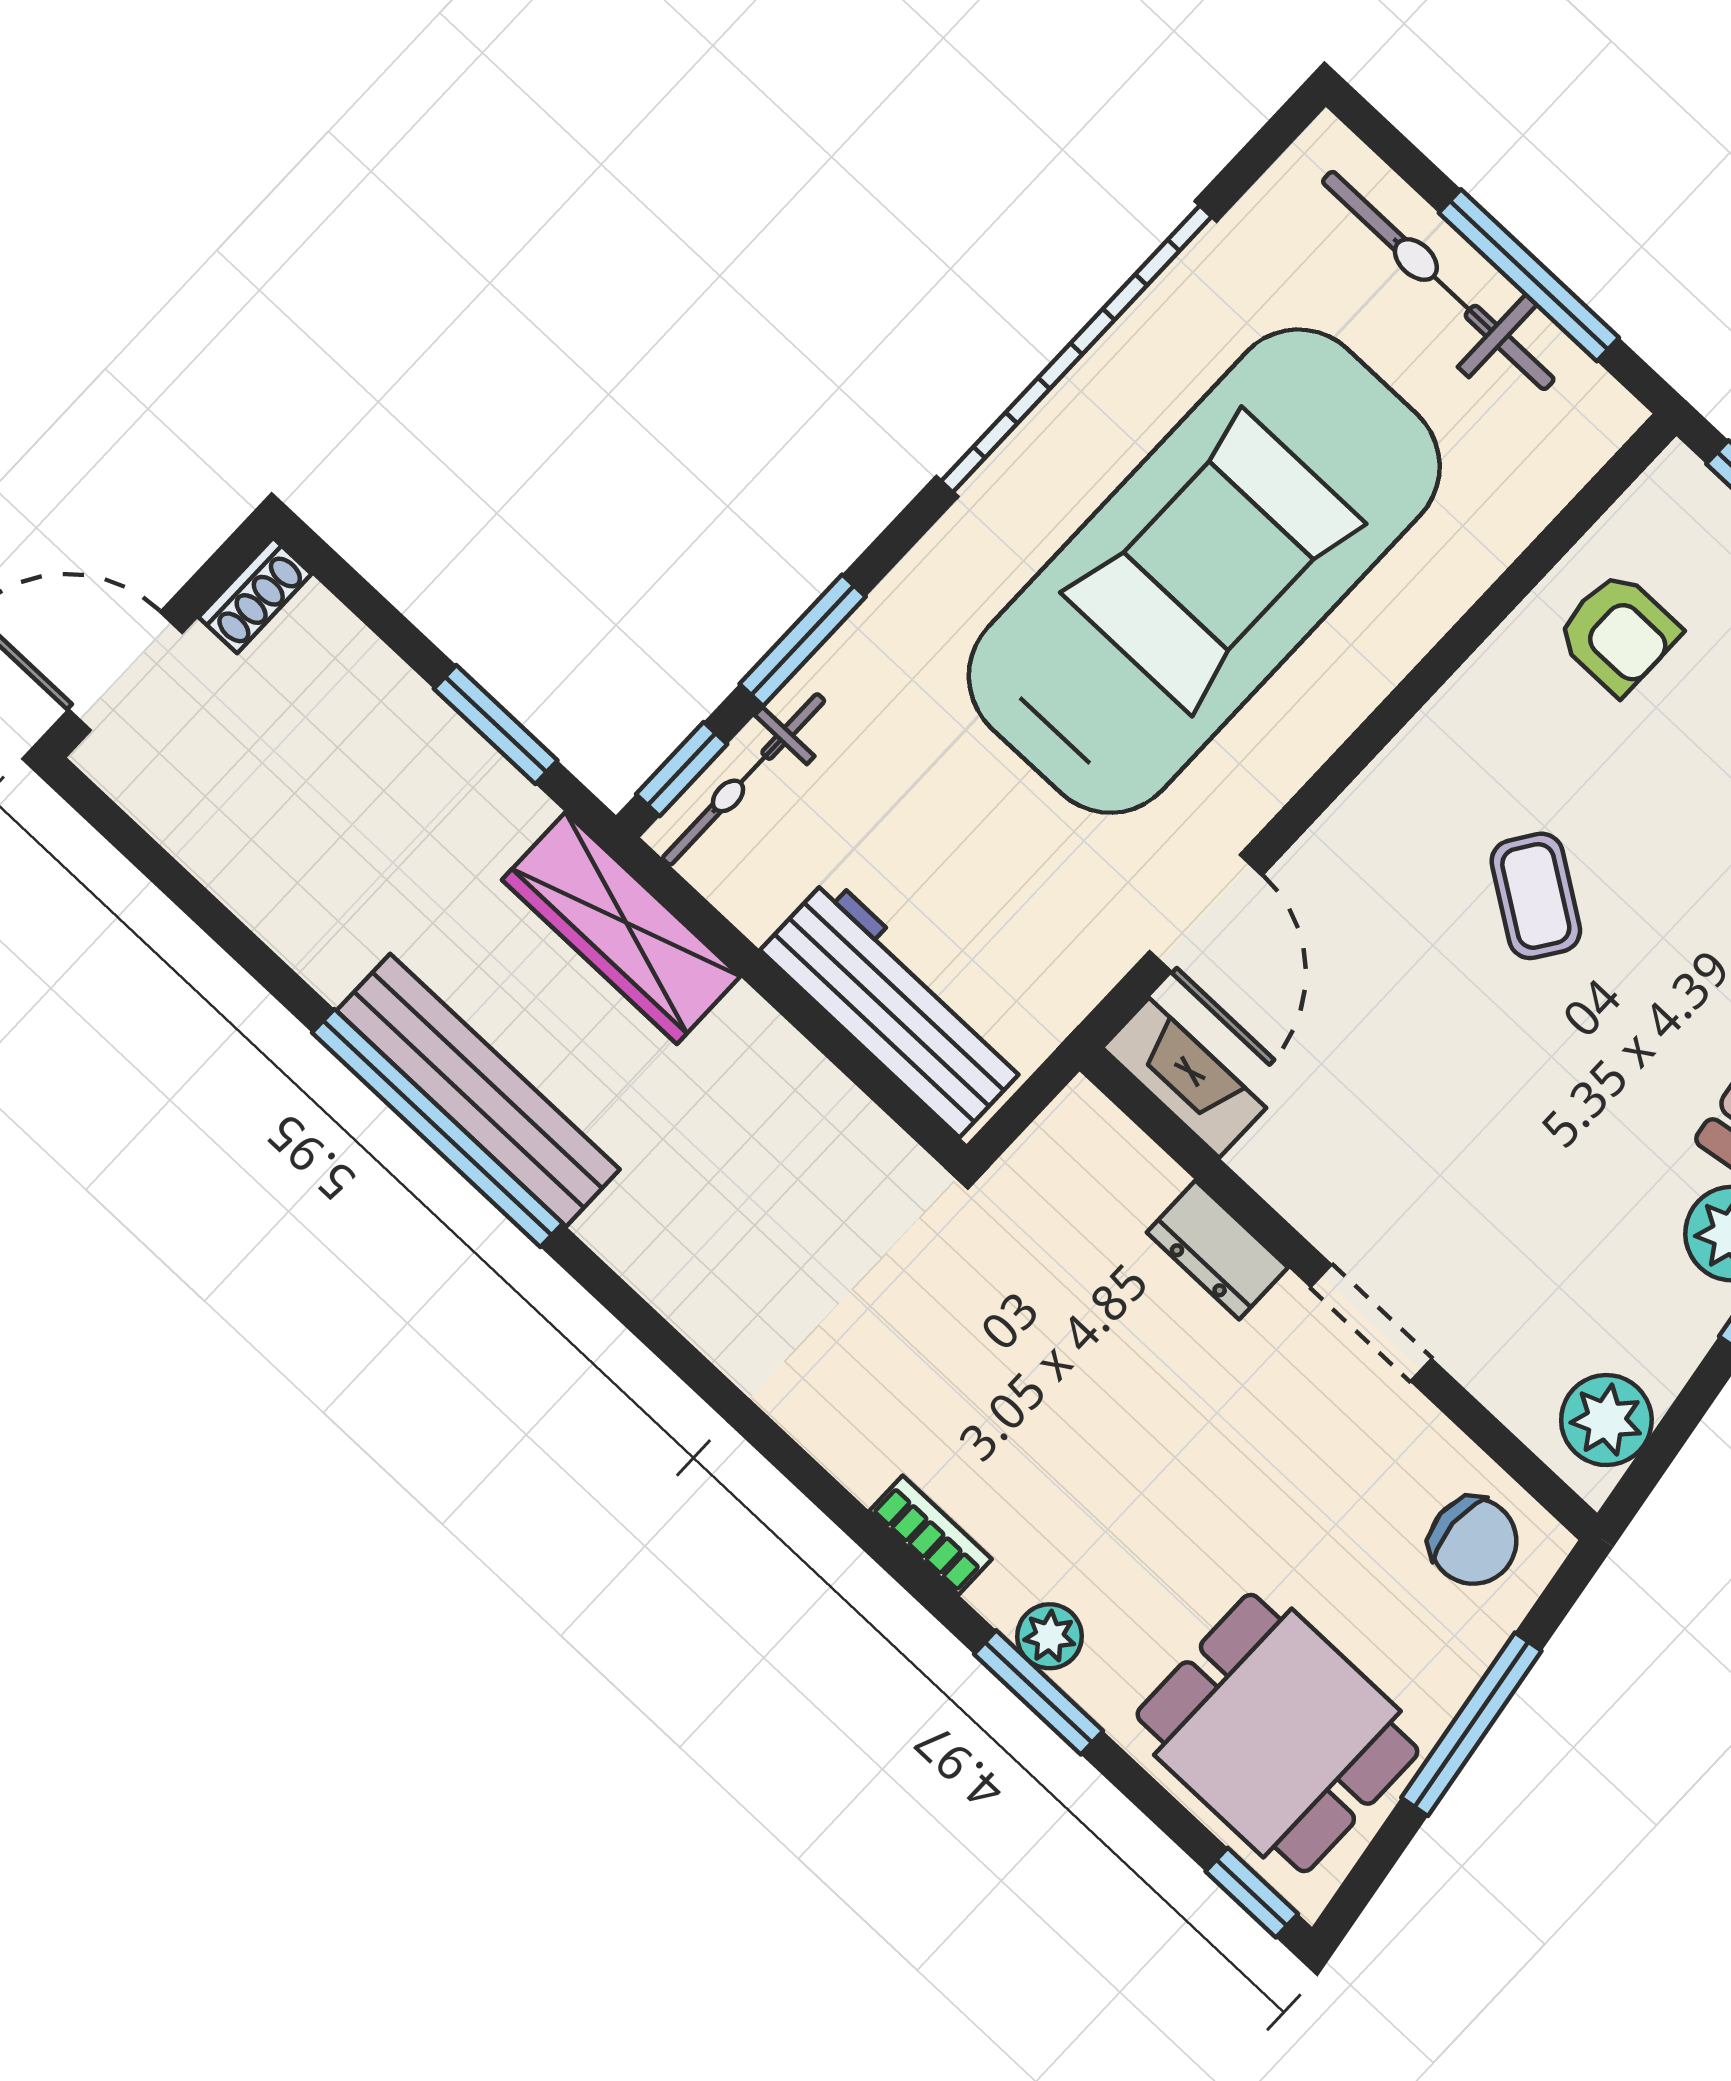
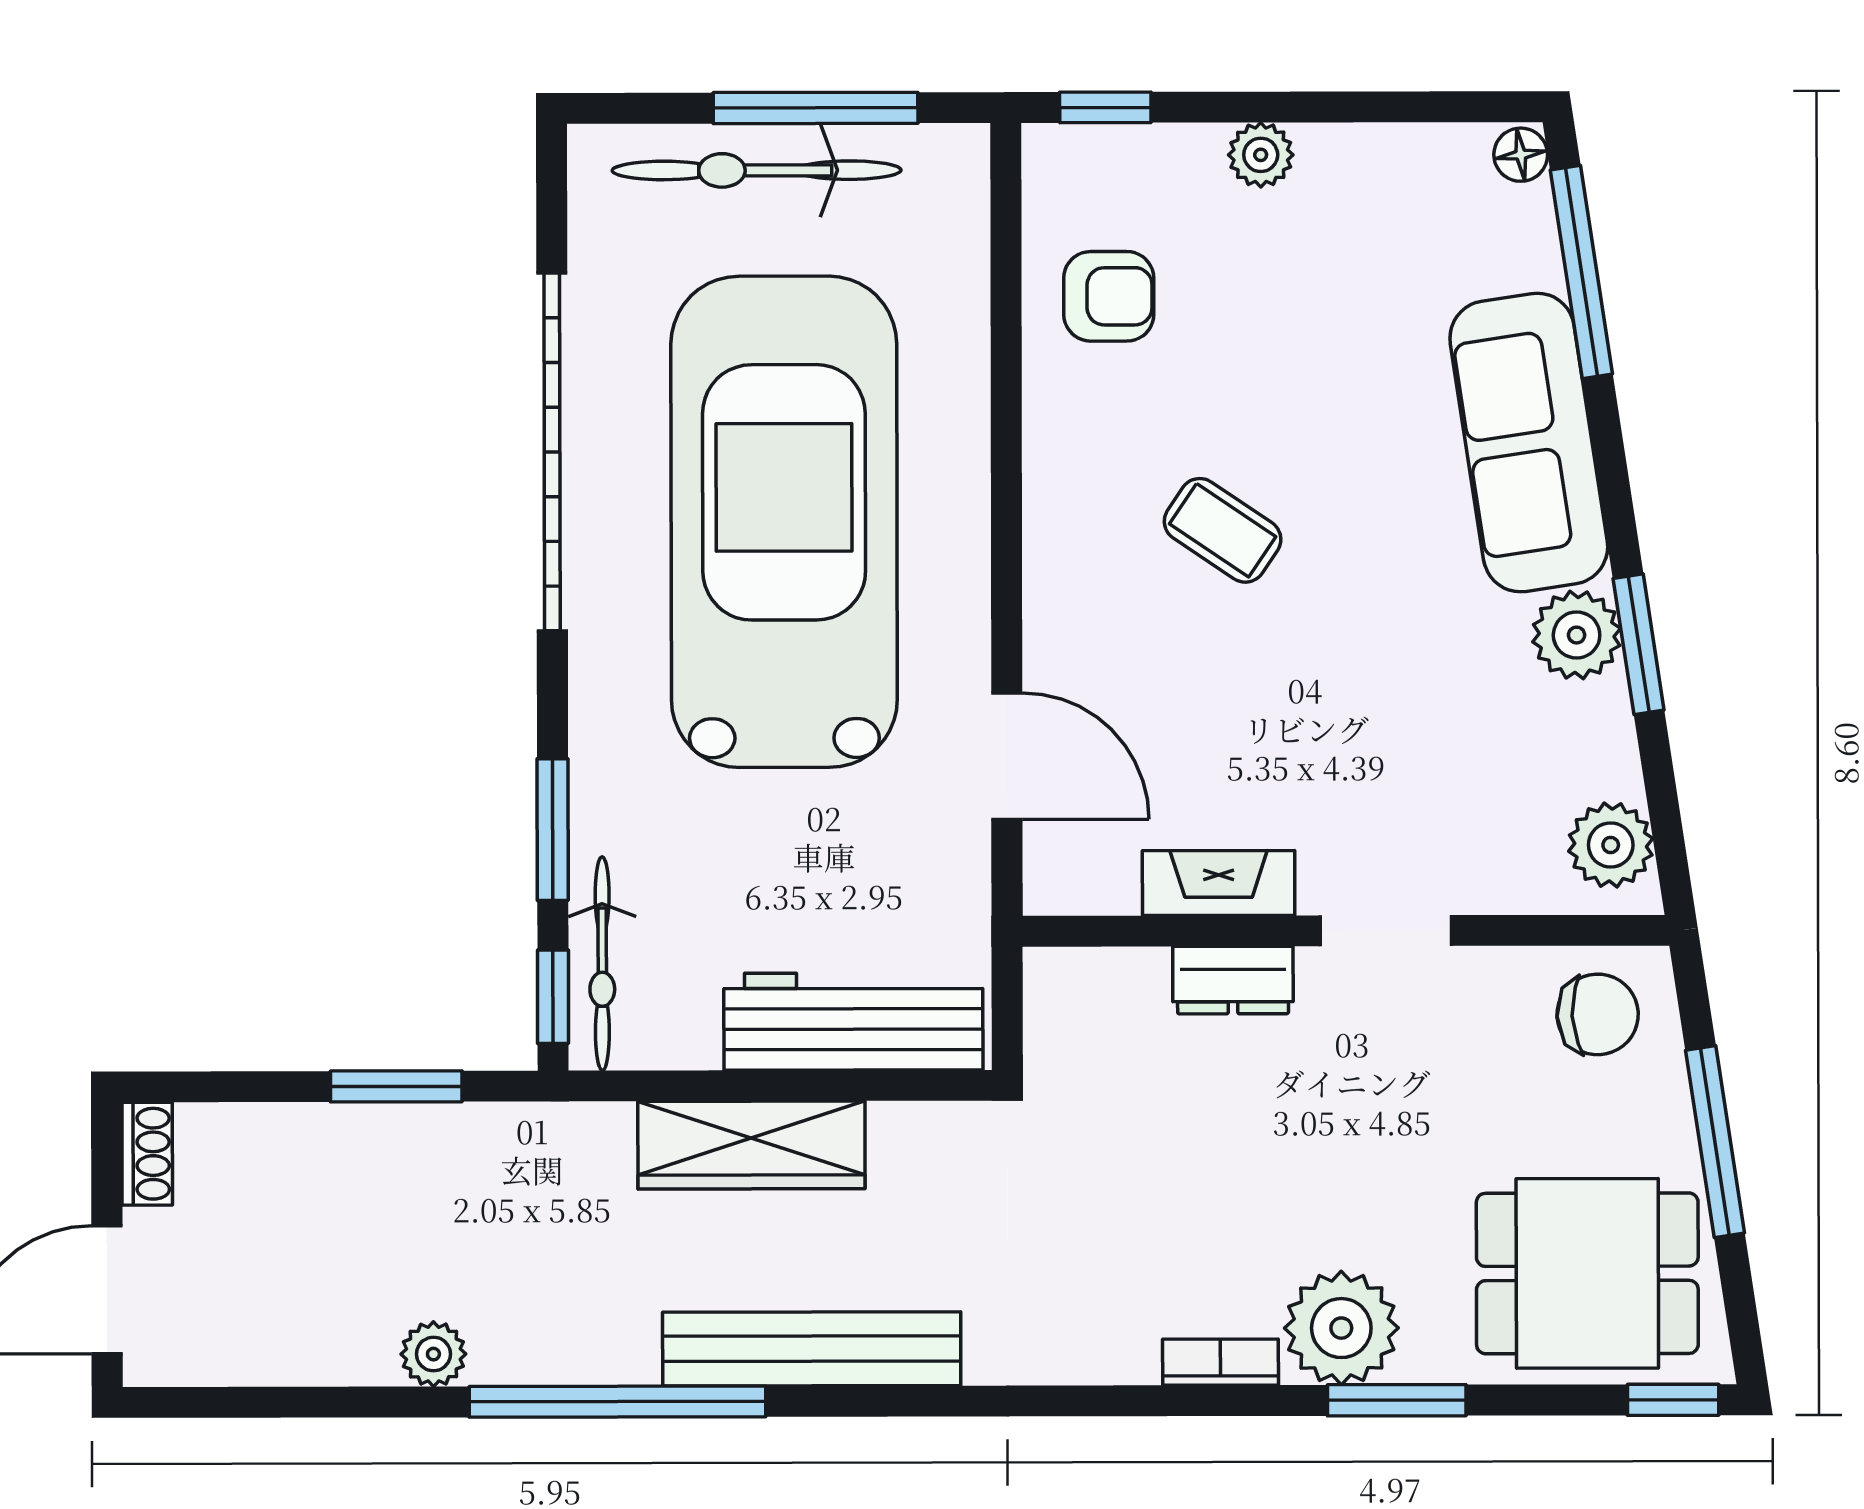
wardrobe: (621, 928) -> (751, 1145), moved
plant: (330, 958) -> (433, 1354), added
fireplace: (1184, 1078) -> (1219, 883), moved
bench: (478, 1090) -> (812, 1349), moved
plant: (1050, 1636) -> (1341, 1328), width x1.88, depth x1.88

